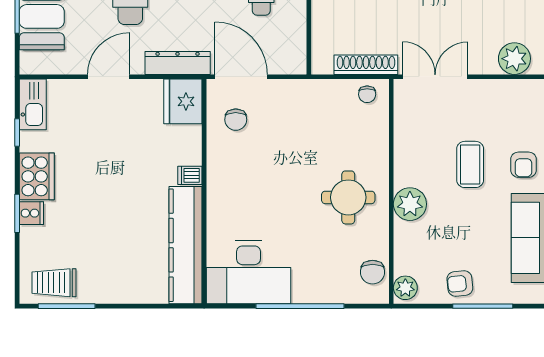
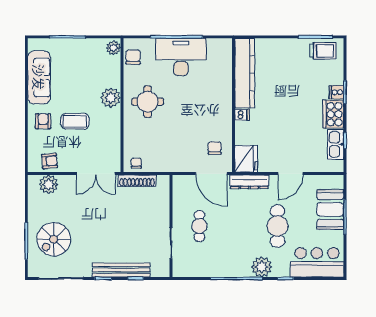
kitchen sink: (33, 104) -> (336, 144), moved
coffee table: (470, 164) -> (75, 121), turned 90
desk: (249, 272) -> (181, 57), moved
armchair: (460, 283) -> (50, 161), moved

